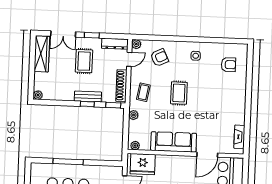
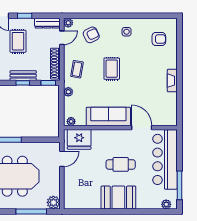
fireplace: (239, 137) -> (172, 81), moved
door: (207, 155) -> (142, 128), swing flipped

